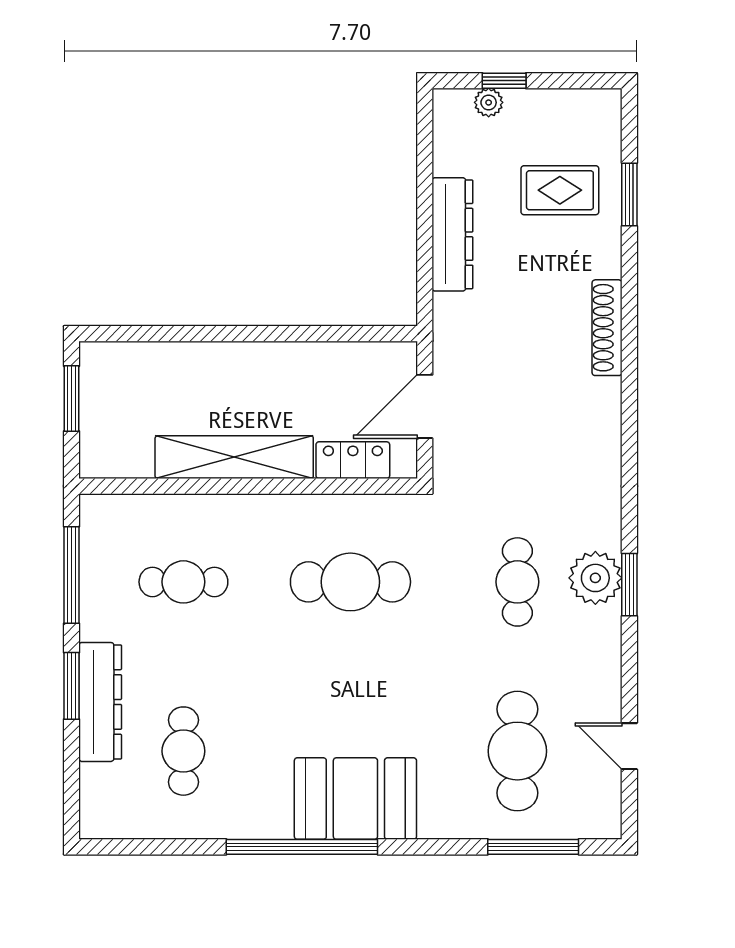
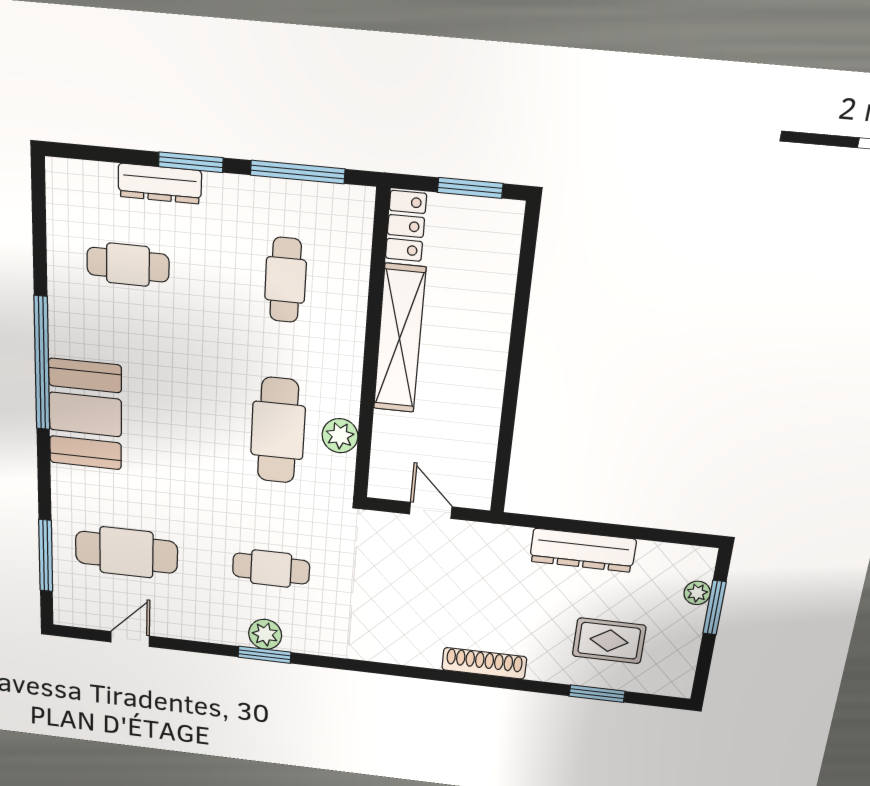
window: (504, 81) -> (715, 608), width x1.50
rug: (560, 190) -> (609, 641), turned 90
door: (425, 406) -> (431, 510), width x0.73
locker: (353, 460) -> (406, 226), moved
plant: (349, 513) -> (340, 436), added
plant: (595, 578) -> (265, 634), width x0.73, depth x0.73
dresser: (100, 702) -> (160, 184), width x0.73, depth x0.80

